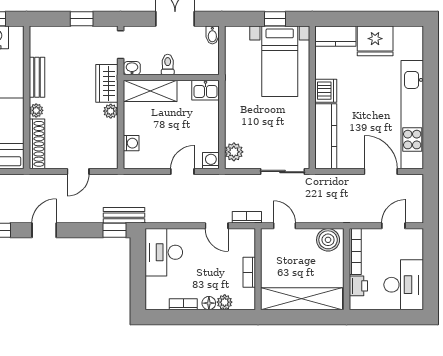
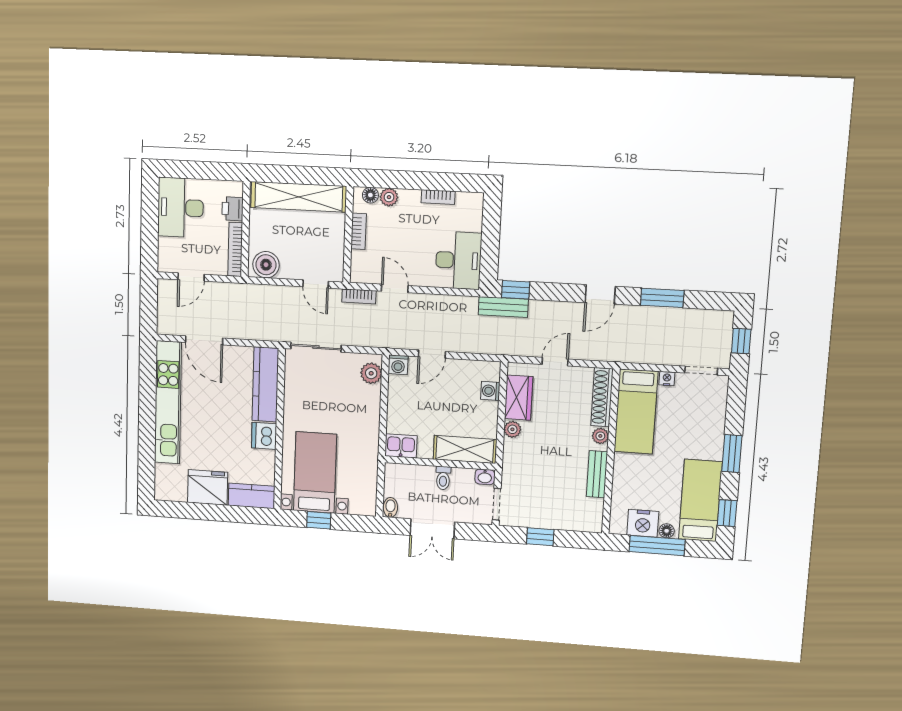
wardrobe: (107, 83) -> (519, 398), moved
floor lamp: (209, 303) -> (370, 195), moved

